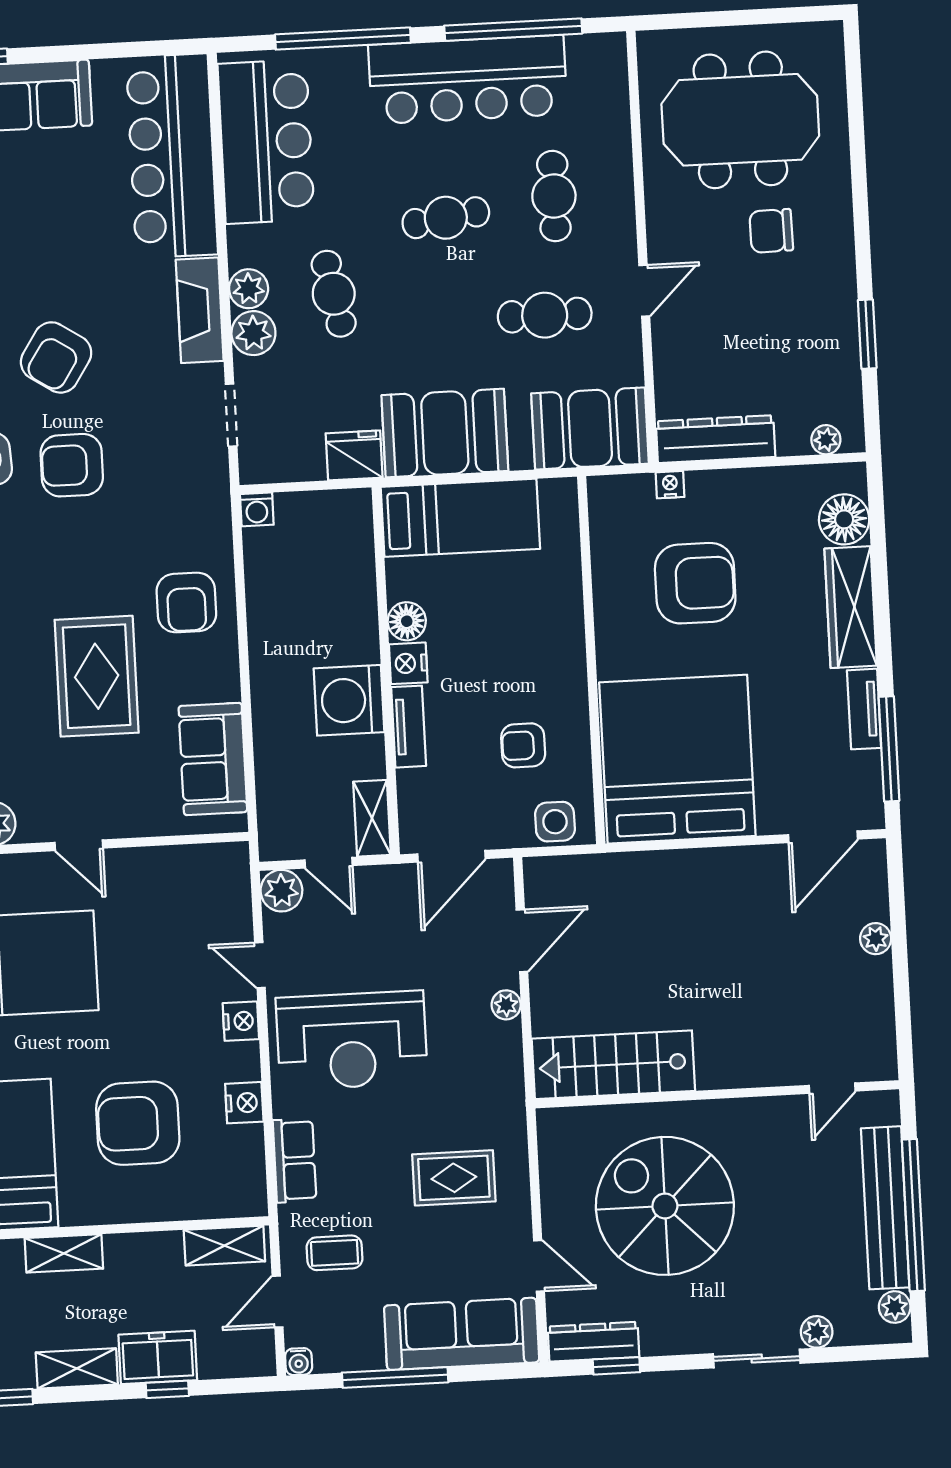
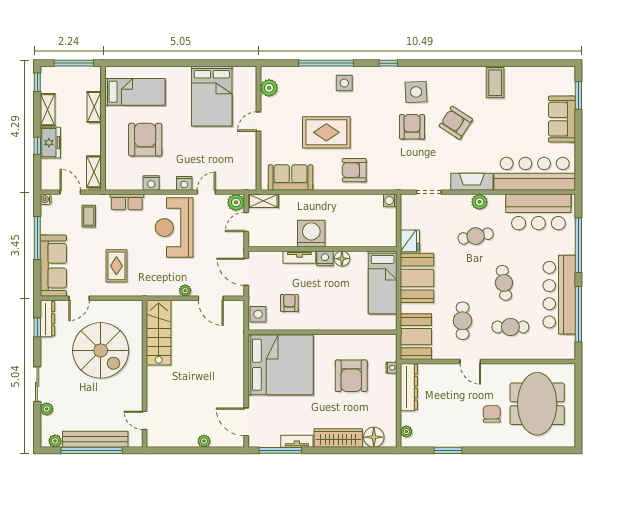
plant: (253, 333) -> (461, 203), removed
shelving: (372, 818) -> (263, 201), moved
spiral stairs: (665, 1206) -> (101, 350), turned 90

